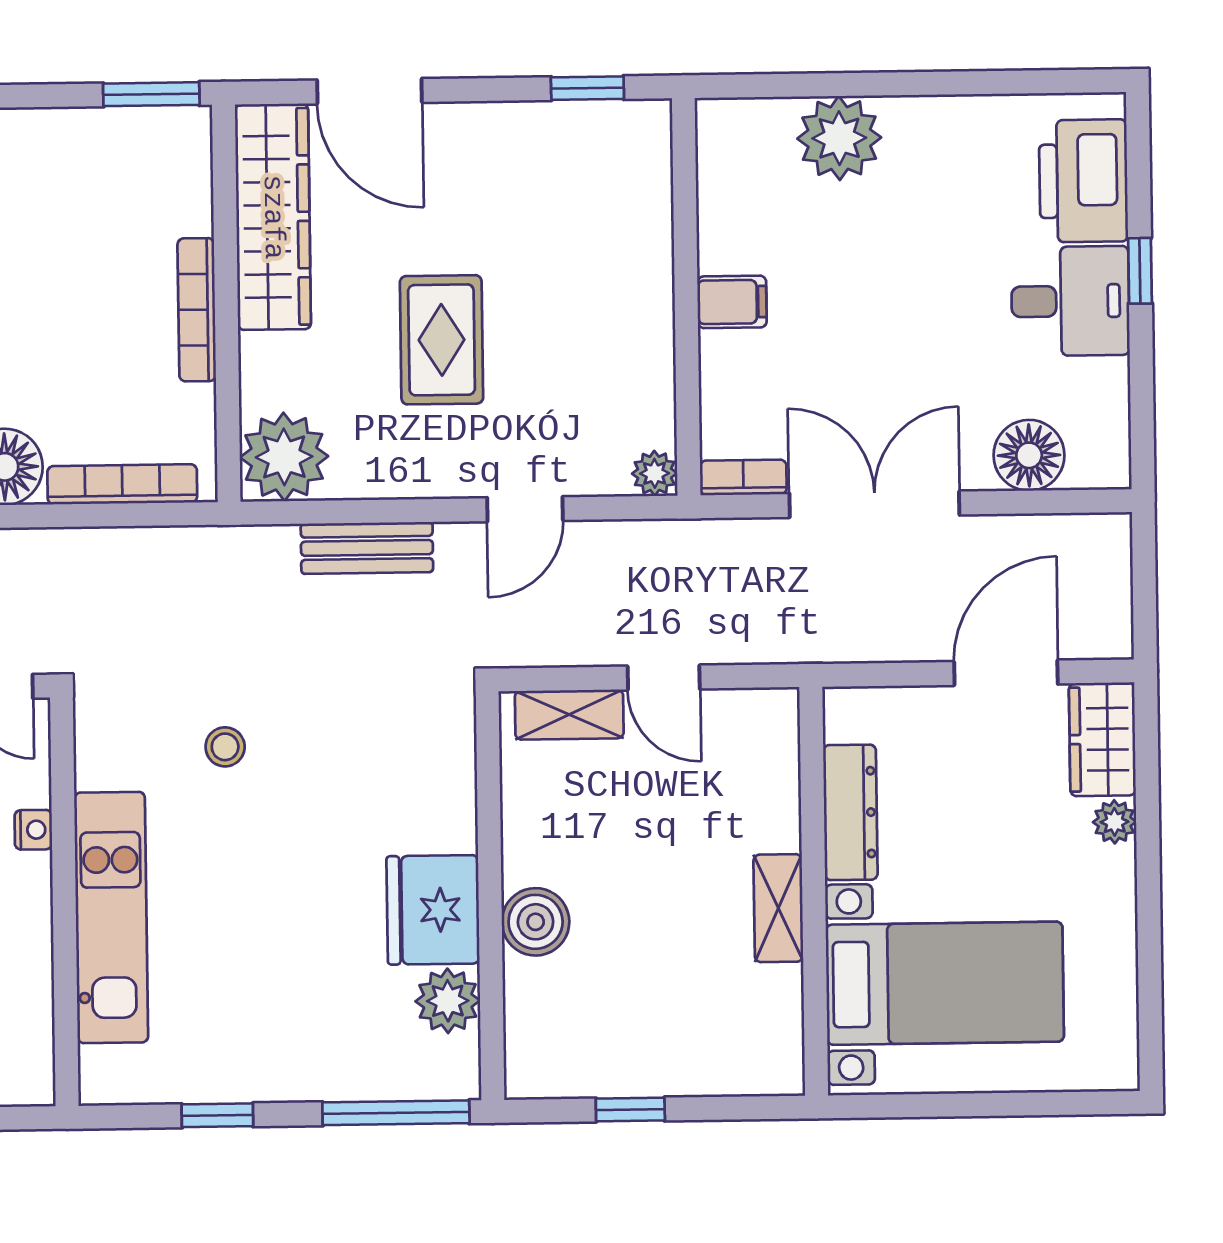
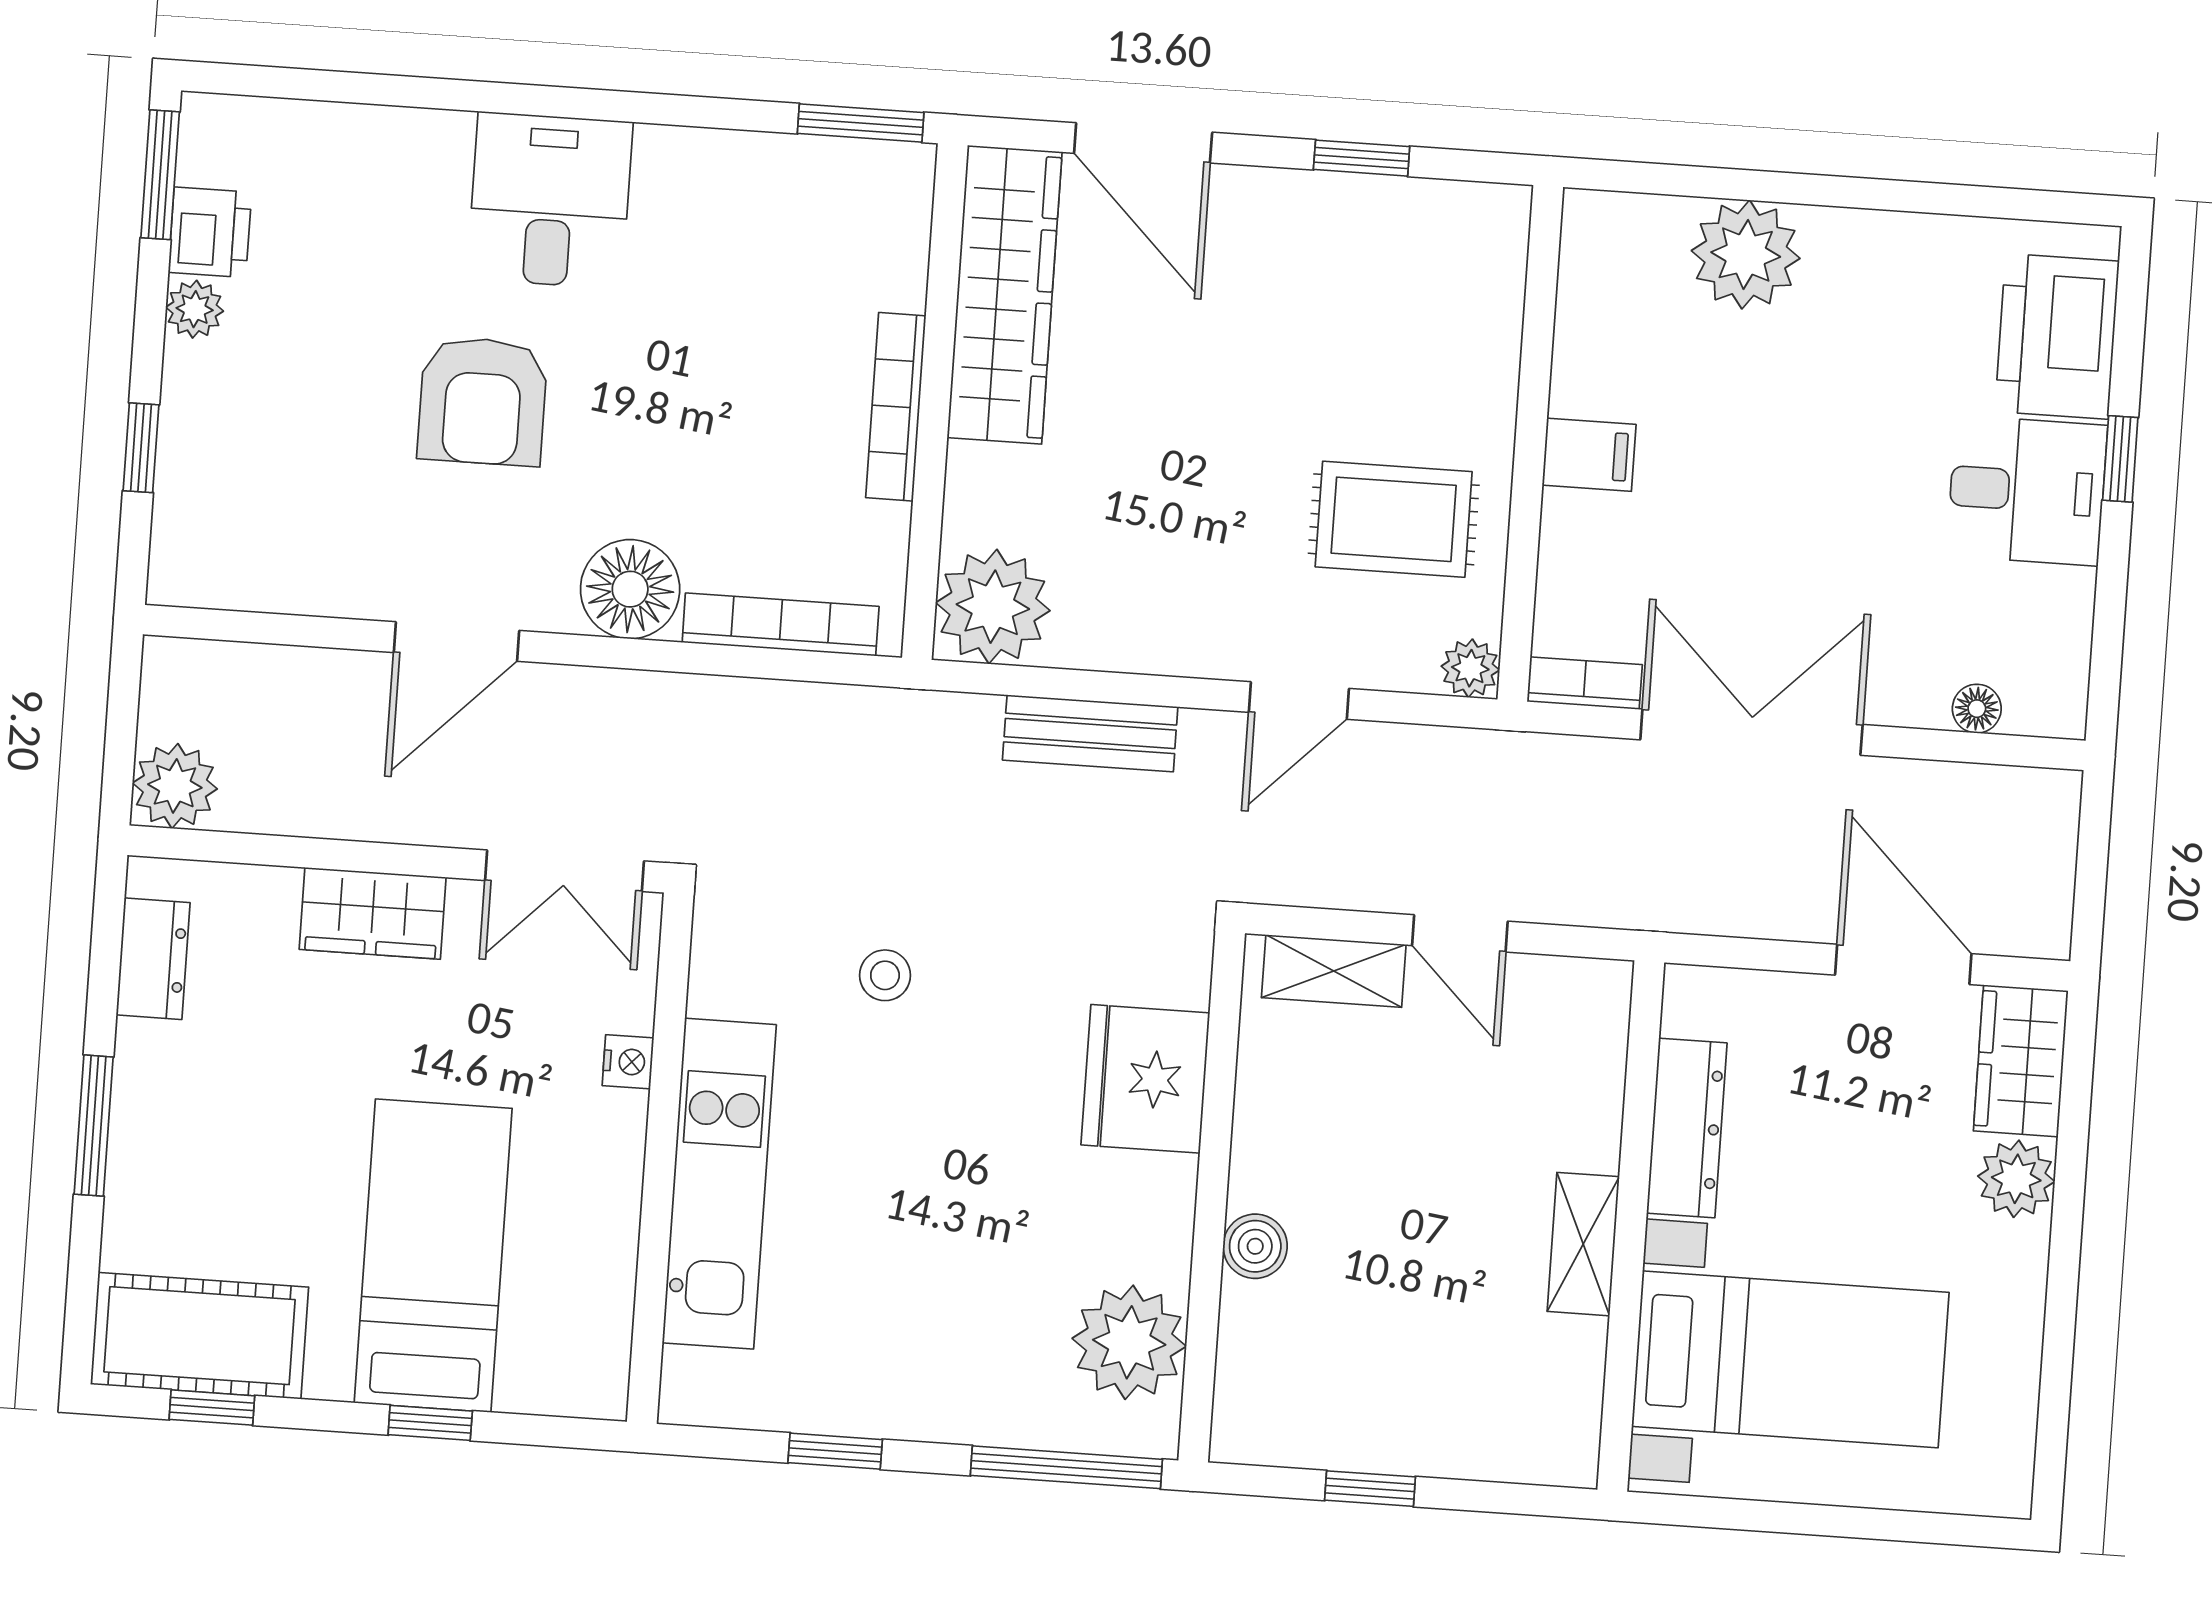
window: (587, 88) -> (1362, 158), moved
rug: (442, 340) -> (1394, 519), moved, turned 90
floor lamp: (1029, 455) -> (1977, 709), width x0.53, depth x0.53
door: (1006, 673) -> (1903, 964), hinge flipped
plant: (1115, 822) -> (2016, 1179), width x1.38, depth x1.38
fridge: (433, 910) -> (1145, 1079), moved
boiler: (536, 922) -> (1255, 1246), width x0.73, depth x0.73
plant: (448, 1001) -> (1129, 1342), width x1.36, depth x1.36

